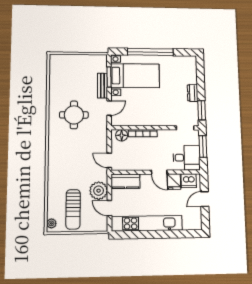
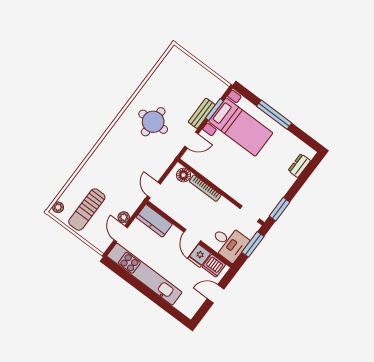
window: (150, 52) -> (274, 115), width x0.68
dresser: (193, 93) -> (299, 166), moved
plant: (99, 191) -> (124, 217), width x0.53, depth x0.53

